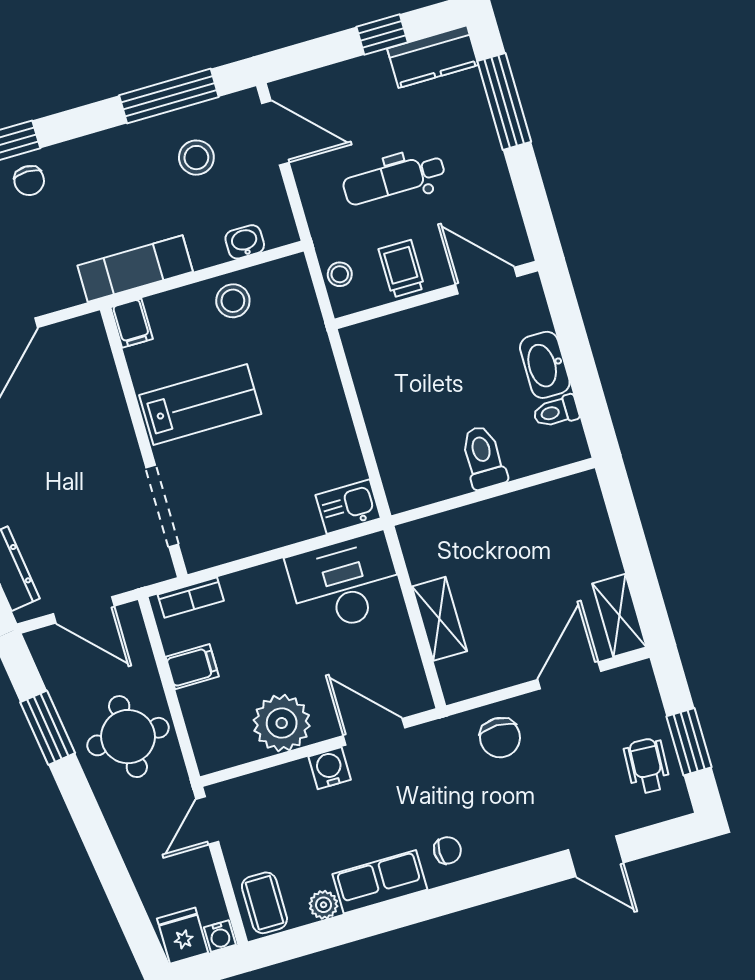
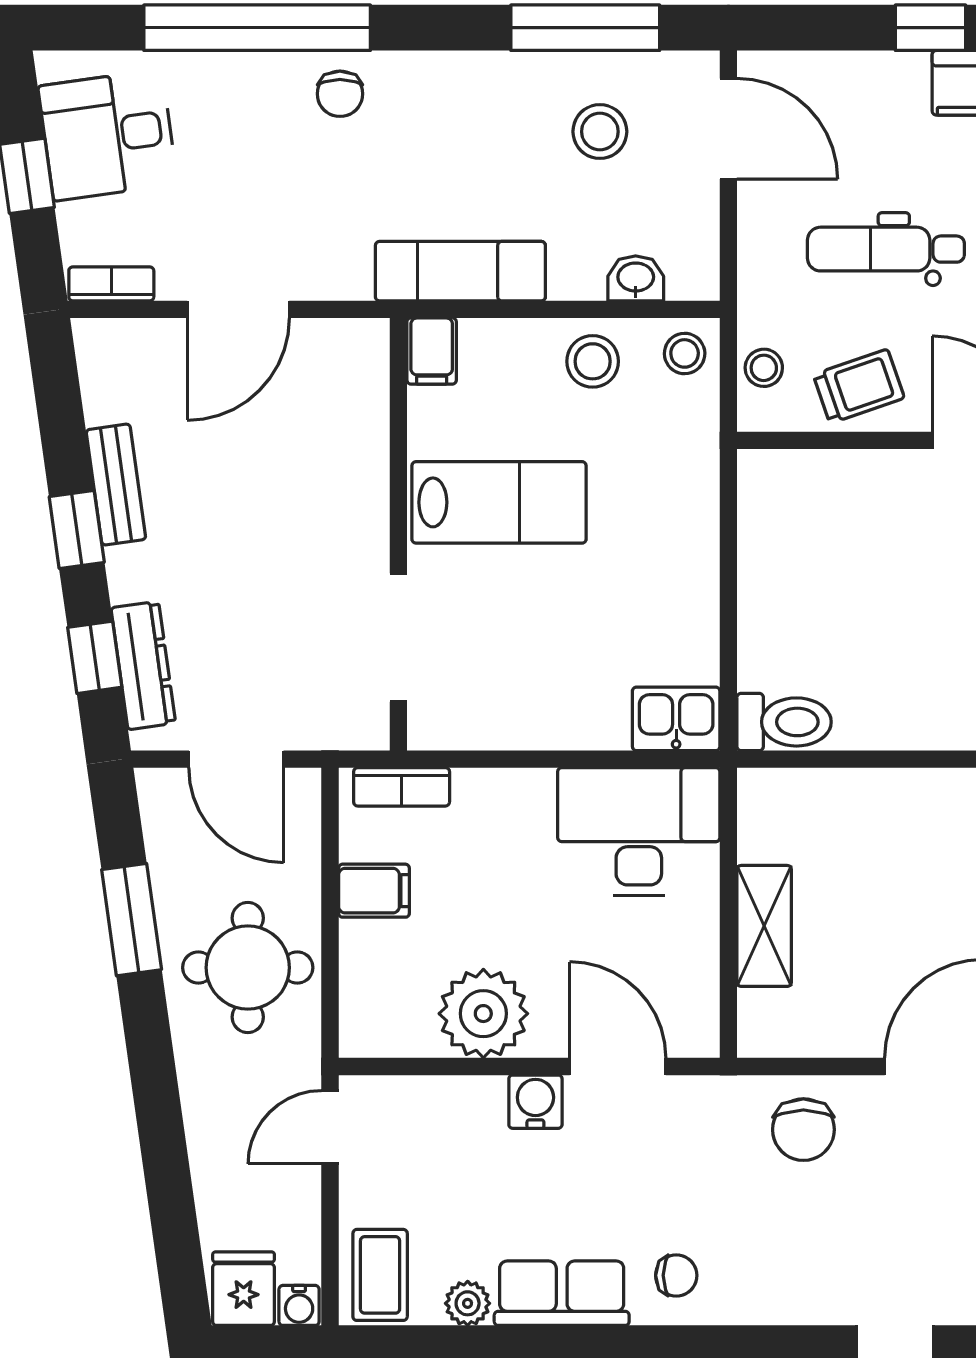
trolley: (402, 269) -> (859, 386), turned 71
stool: (288, 280) -> (685, 353), added
toilet: (483, 457) -> (784, 722), moved, turned 90

